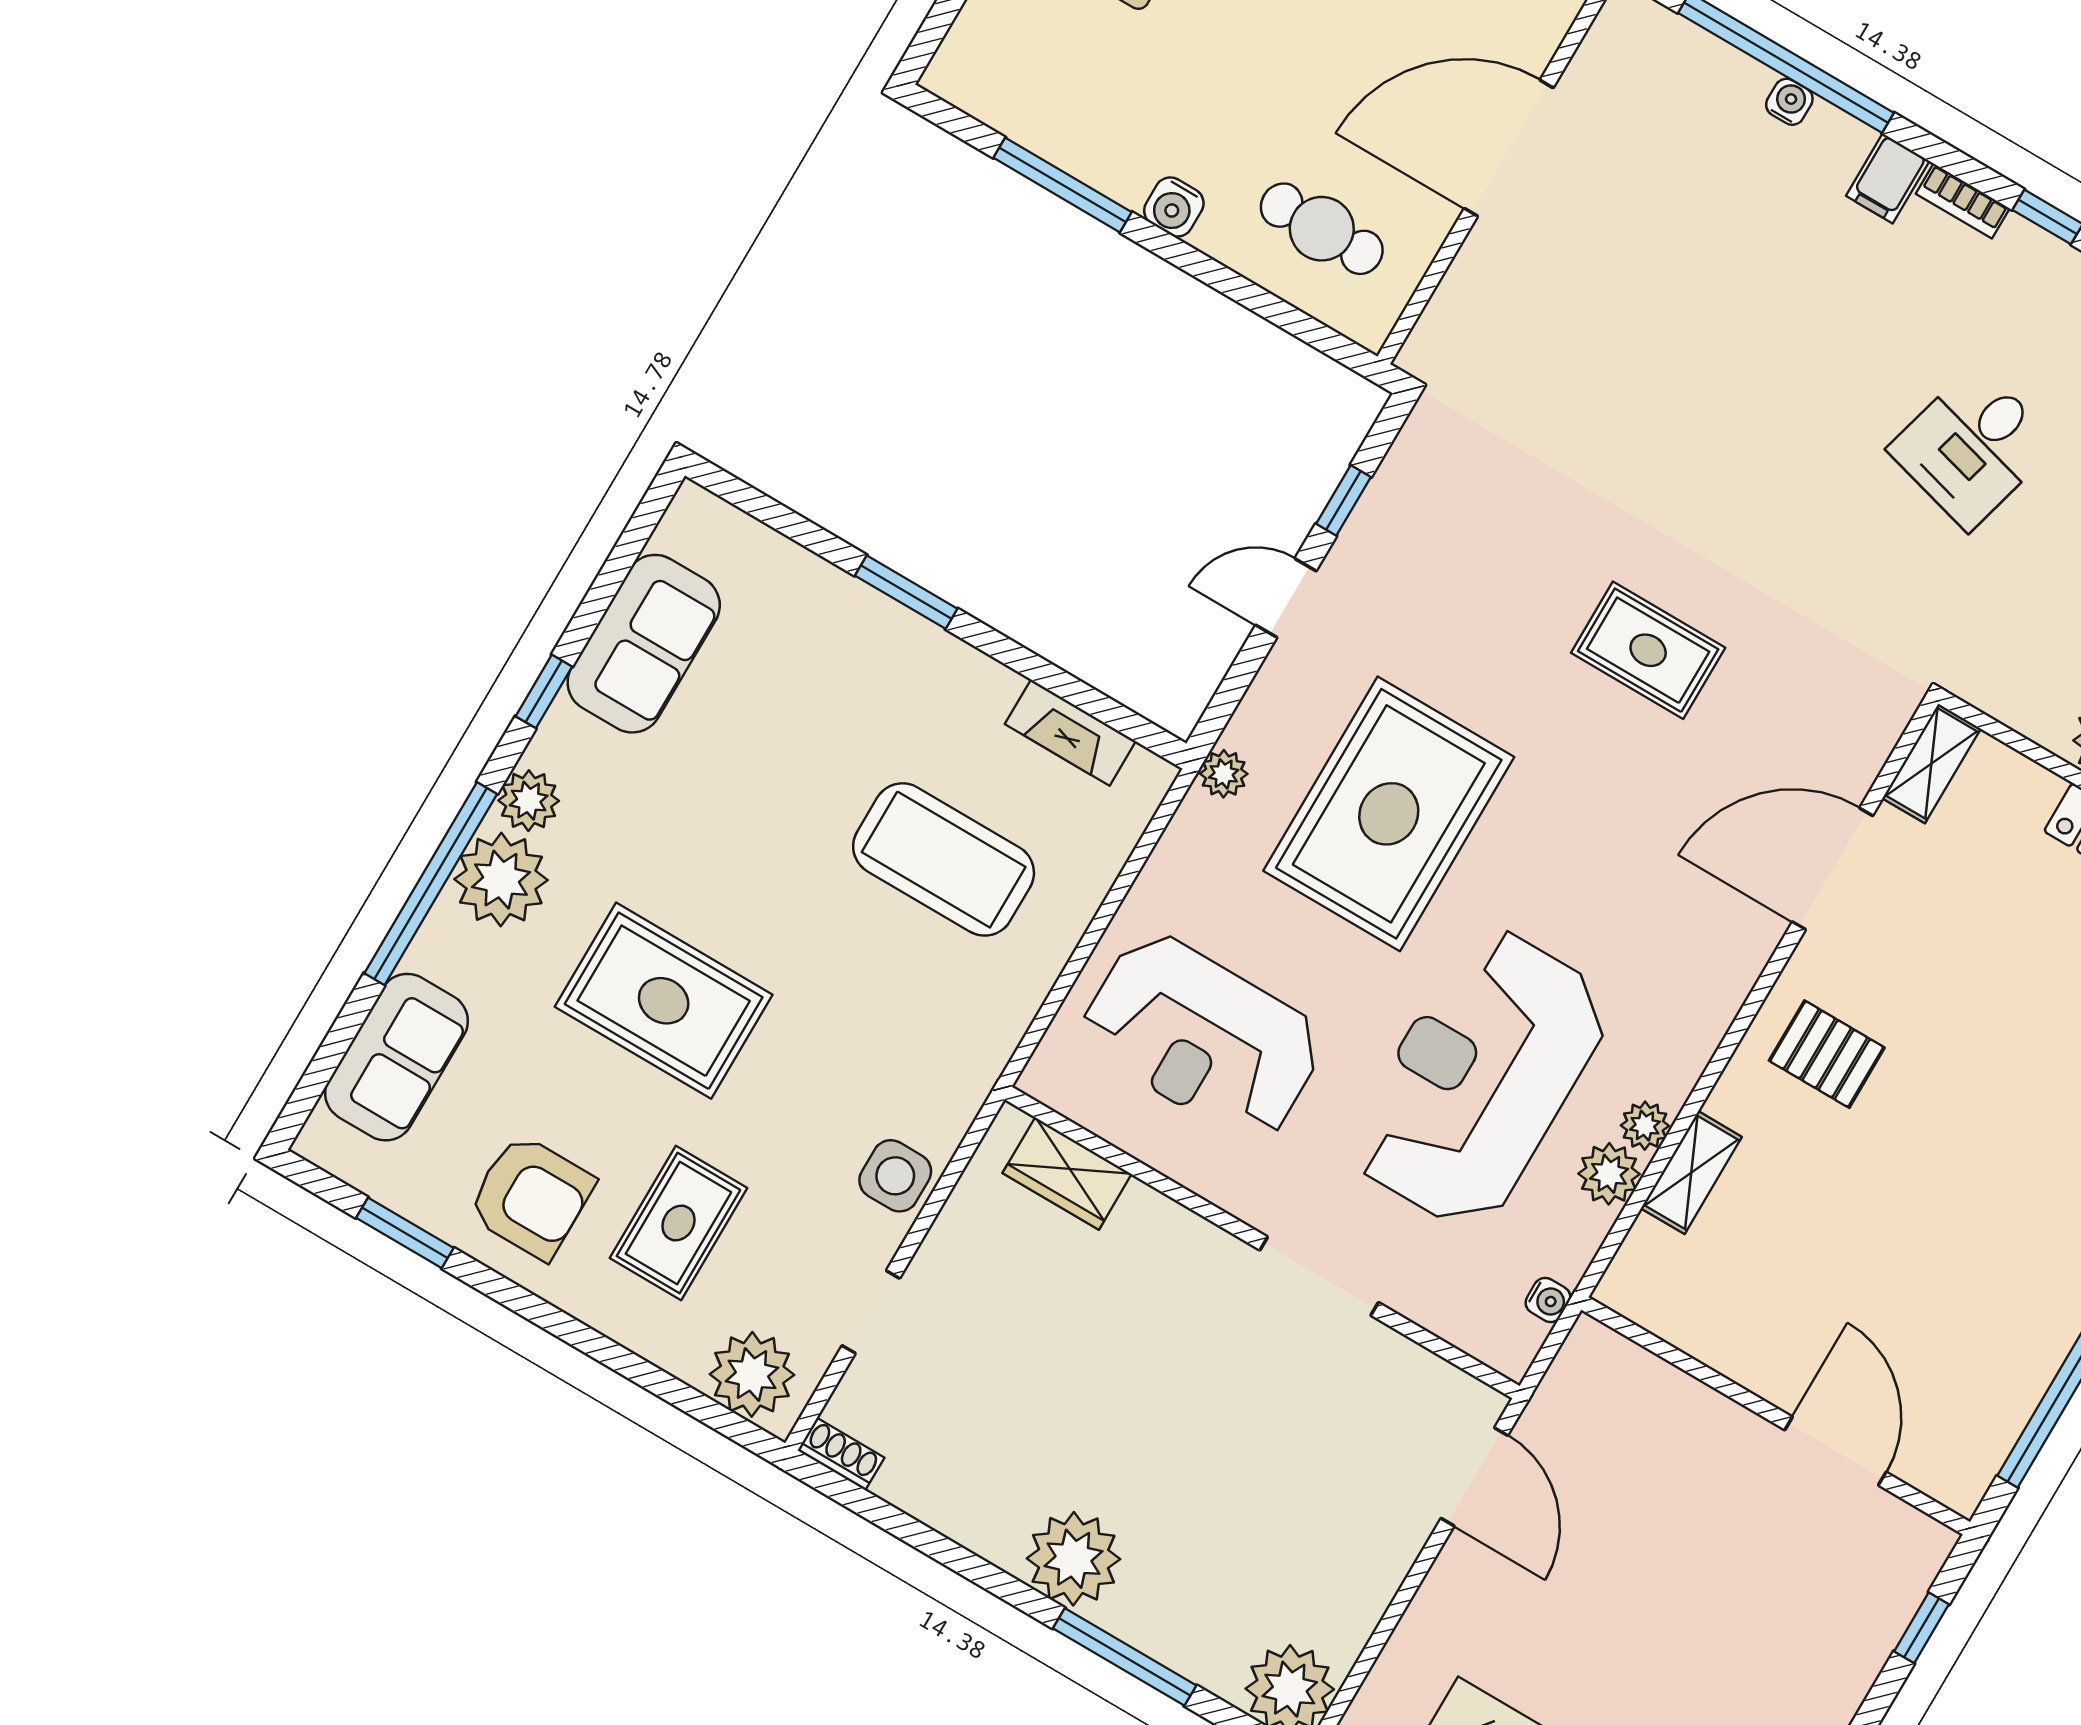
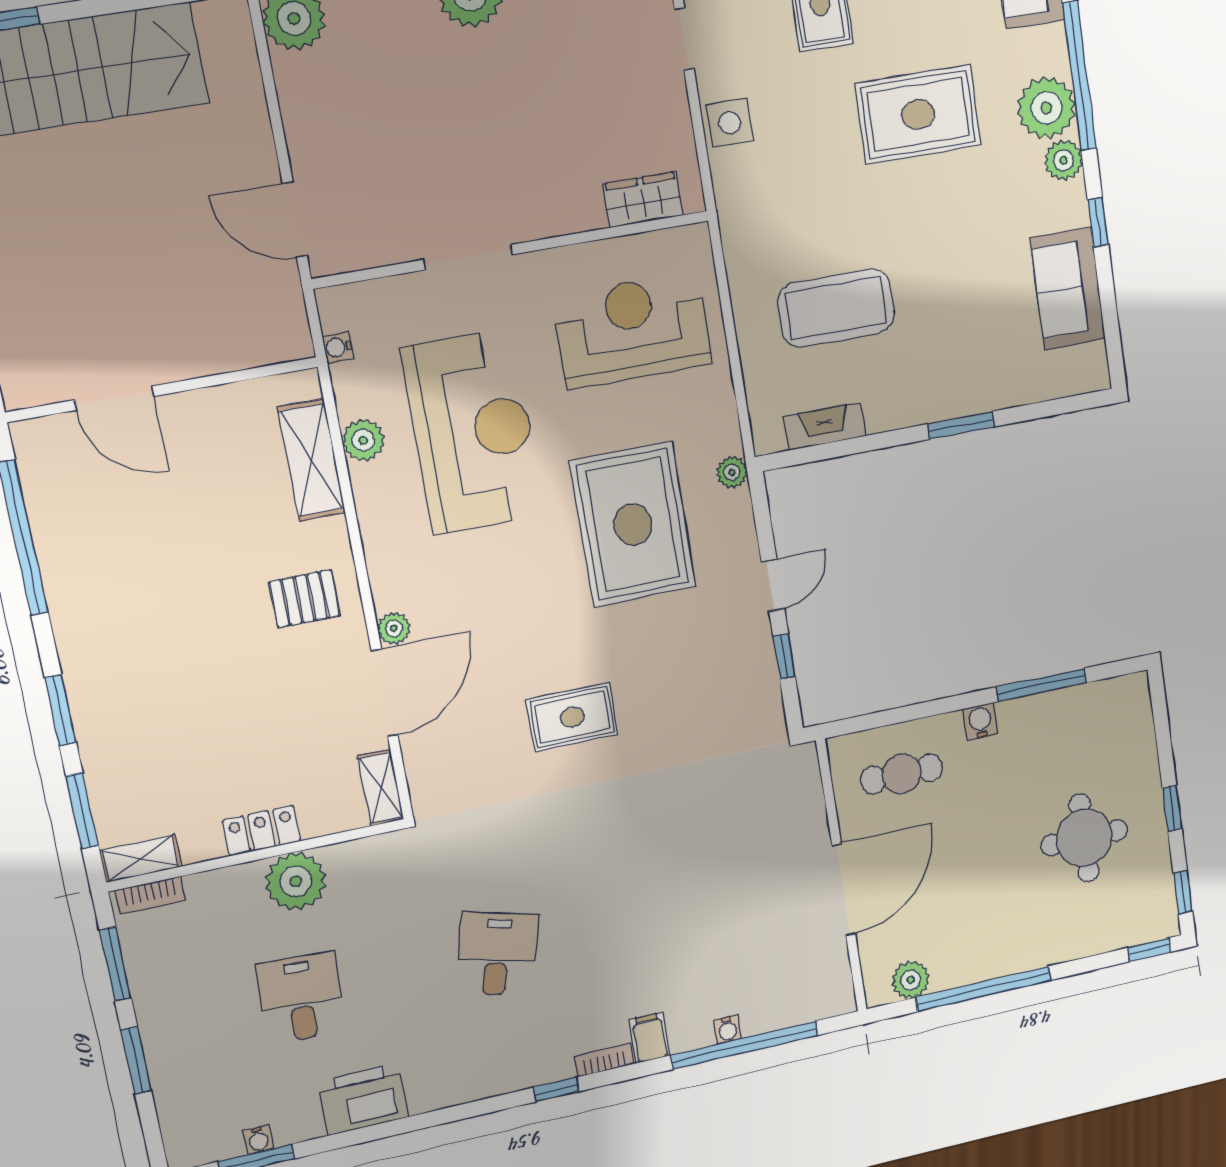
plant: (1645, 1126) -> (394, 628), moved
shelving: (1691, 1173) -> (312, 460), width x1.50, depth x1.33

